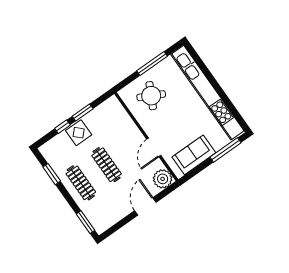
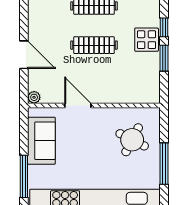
plant: (163, 179) -> (34, 97), width x0.53, depth x0.53

